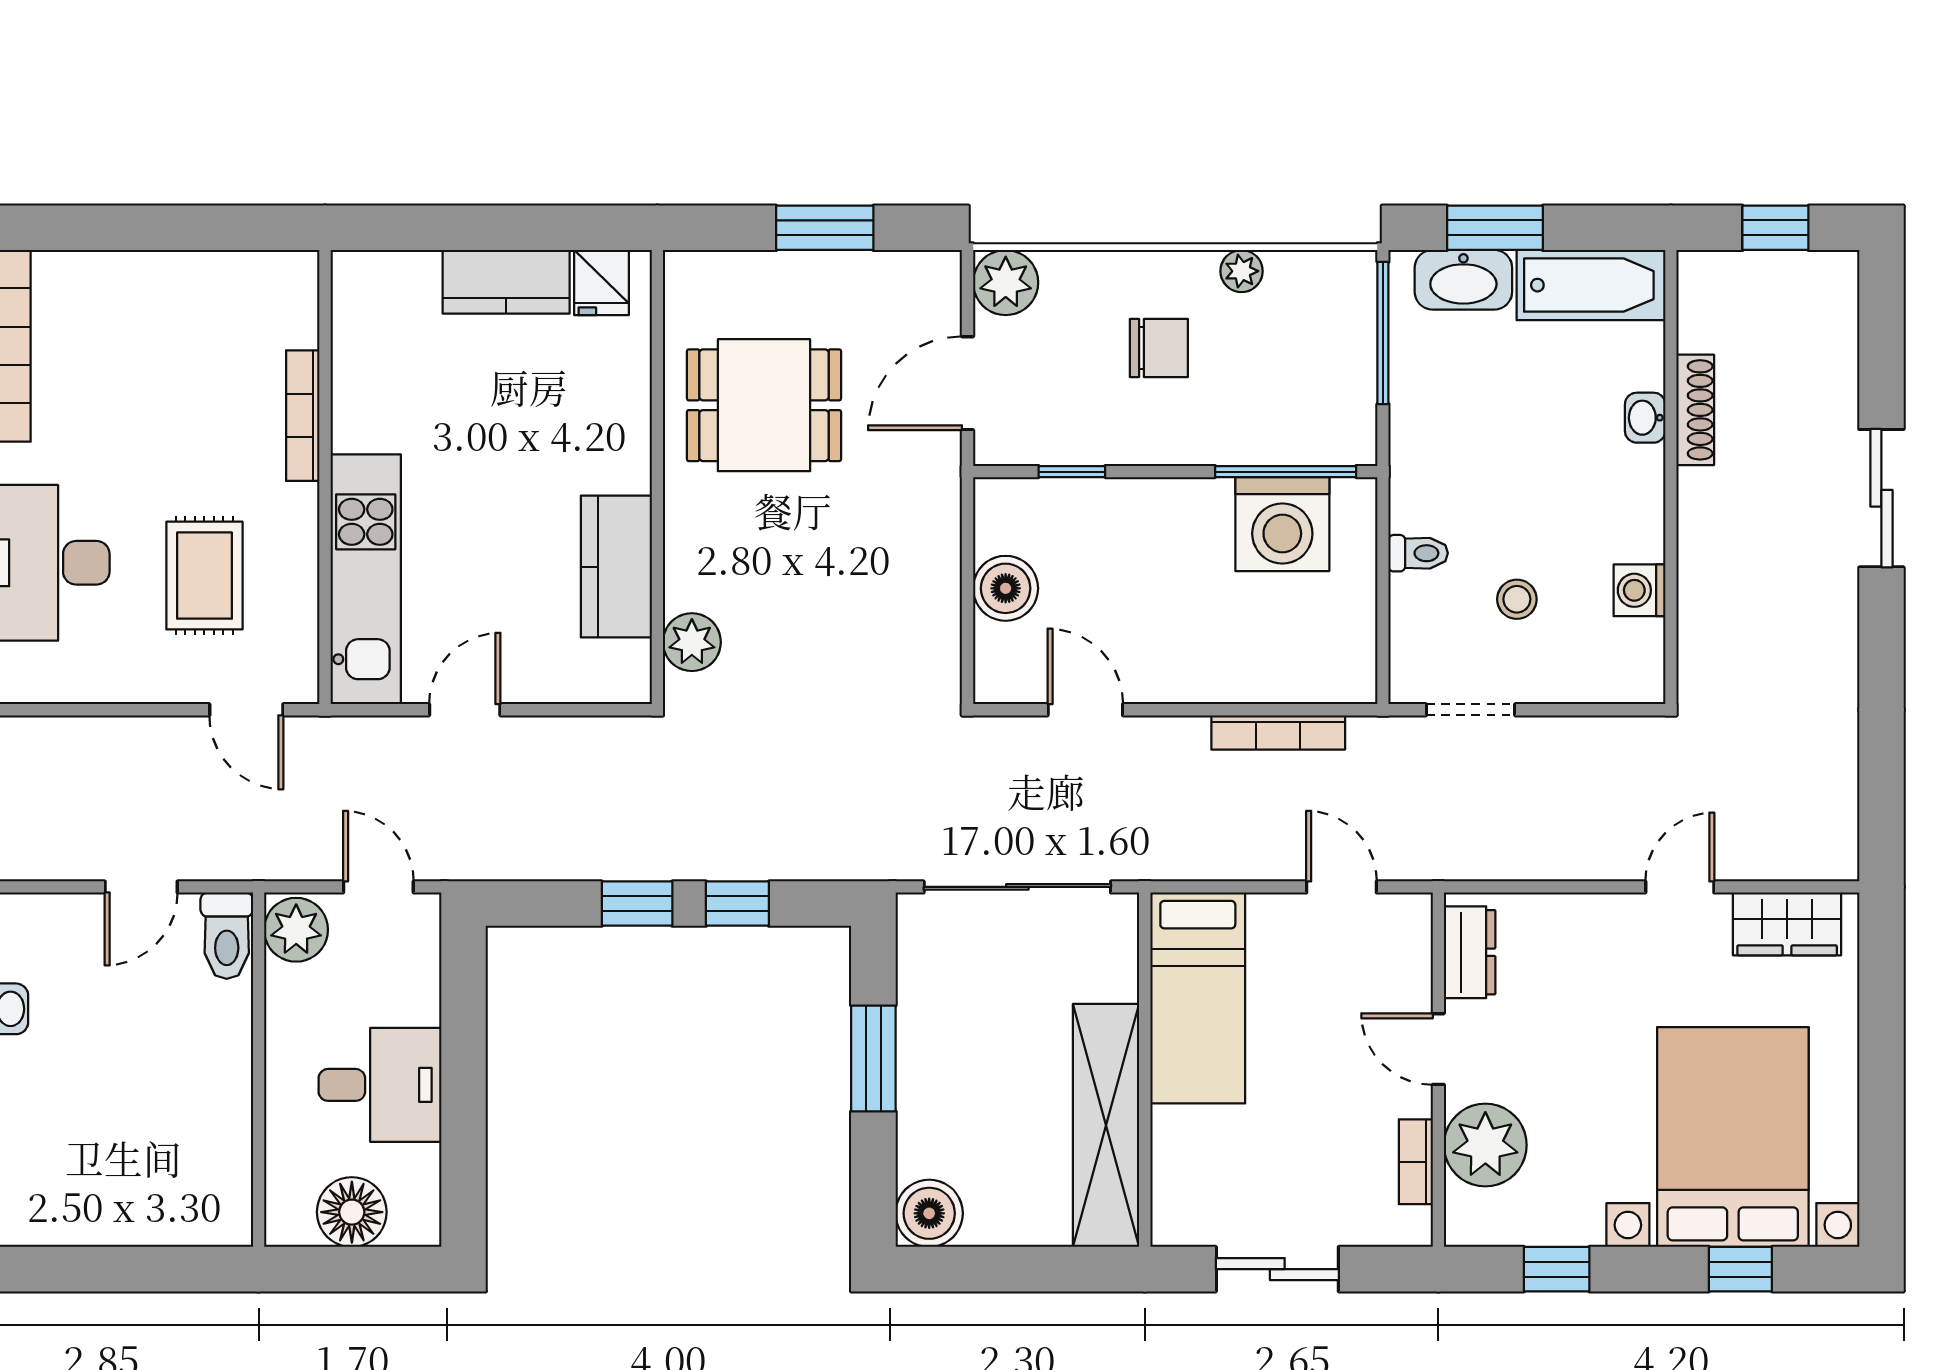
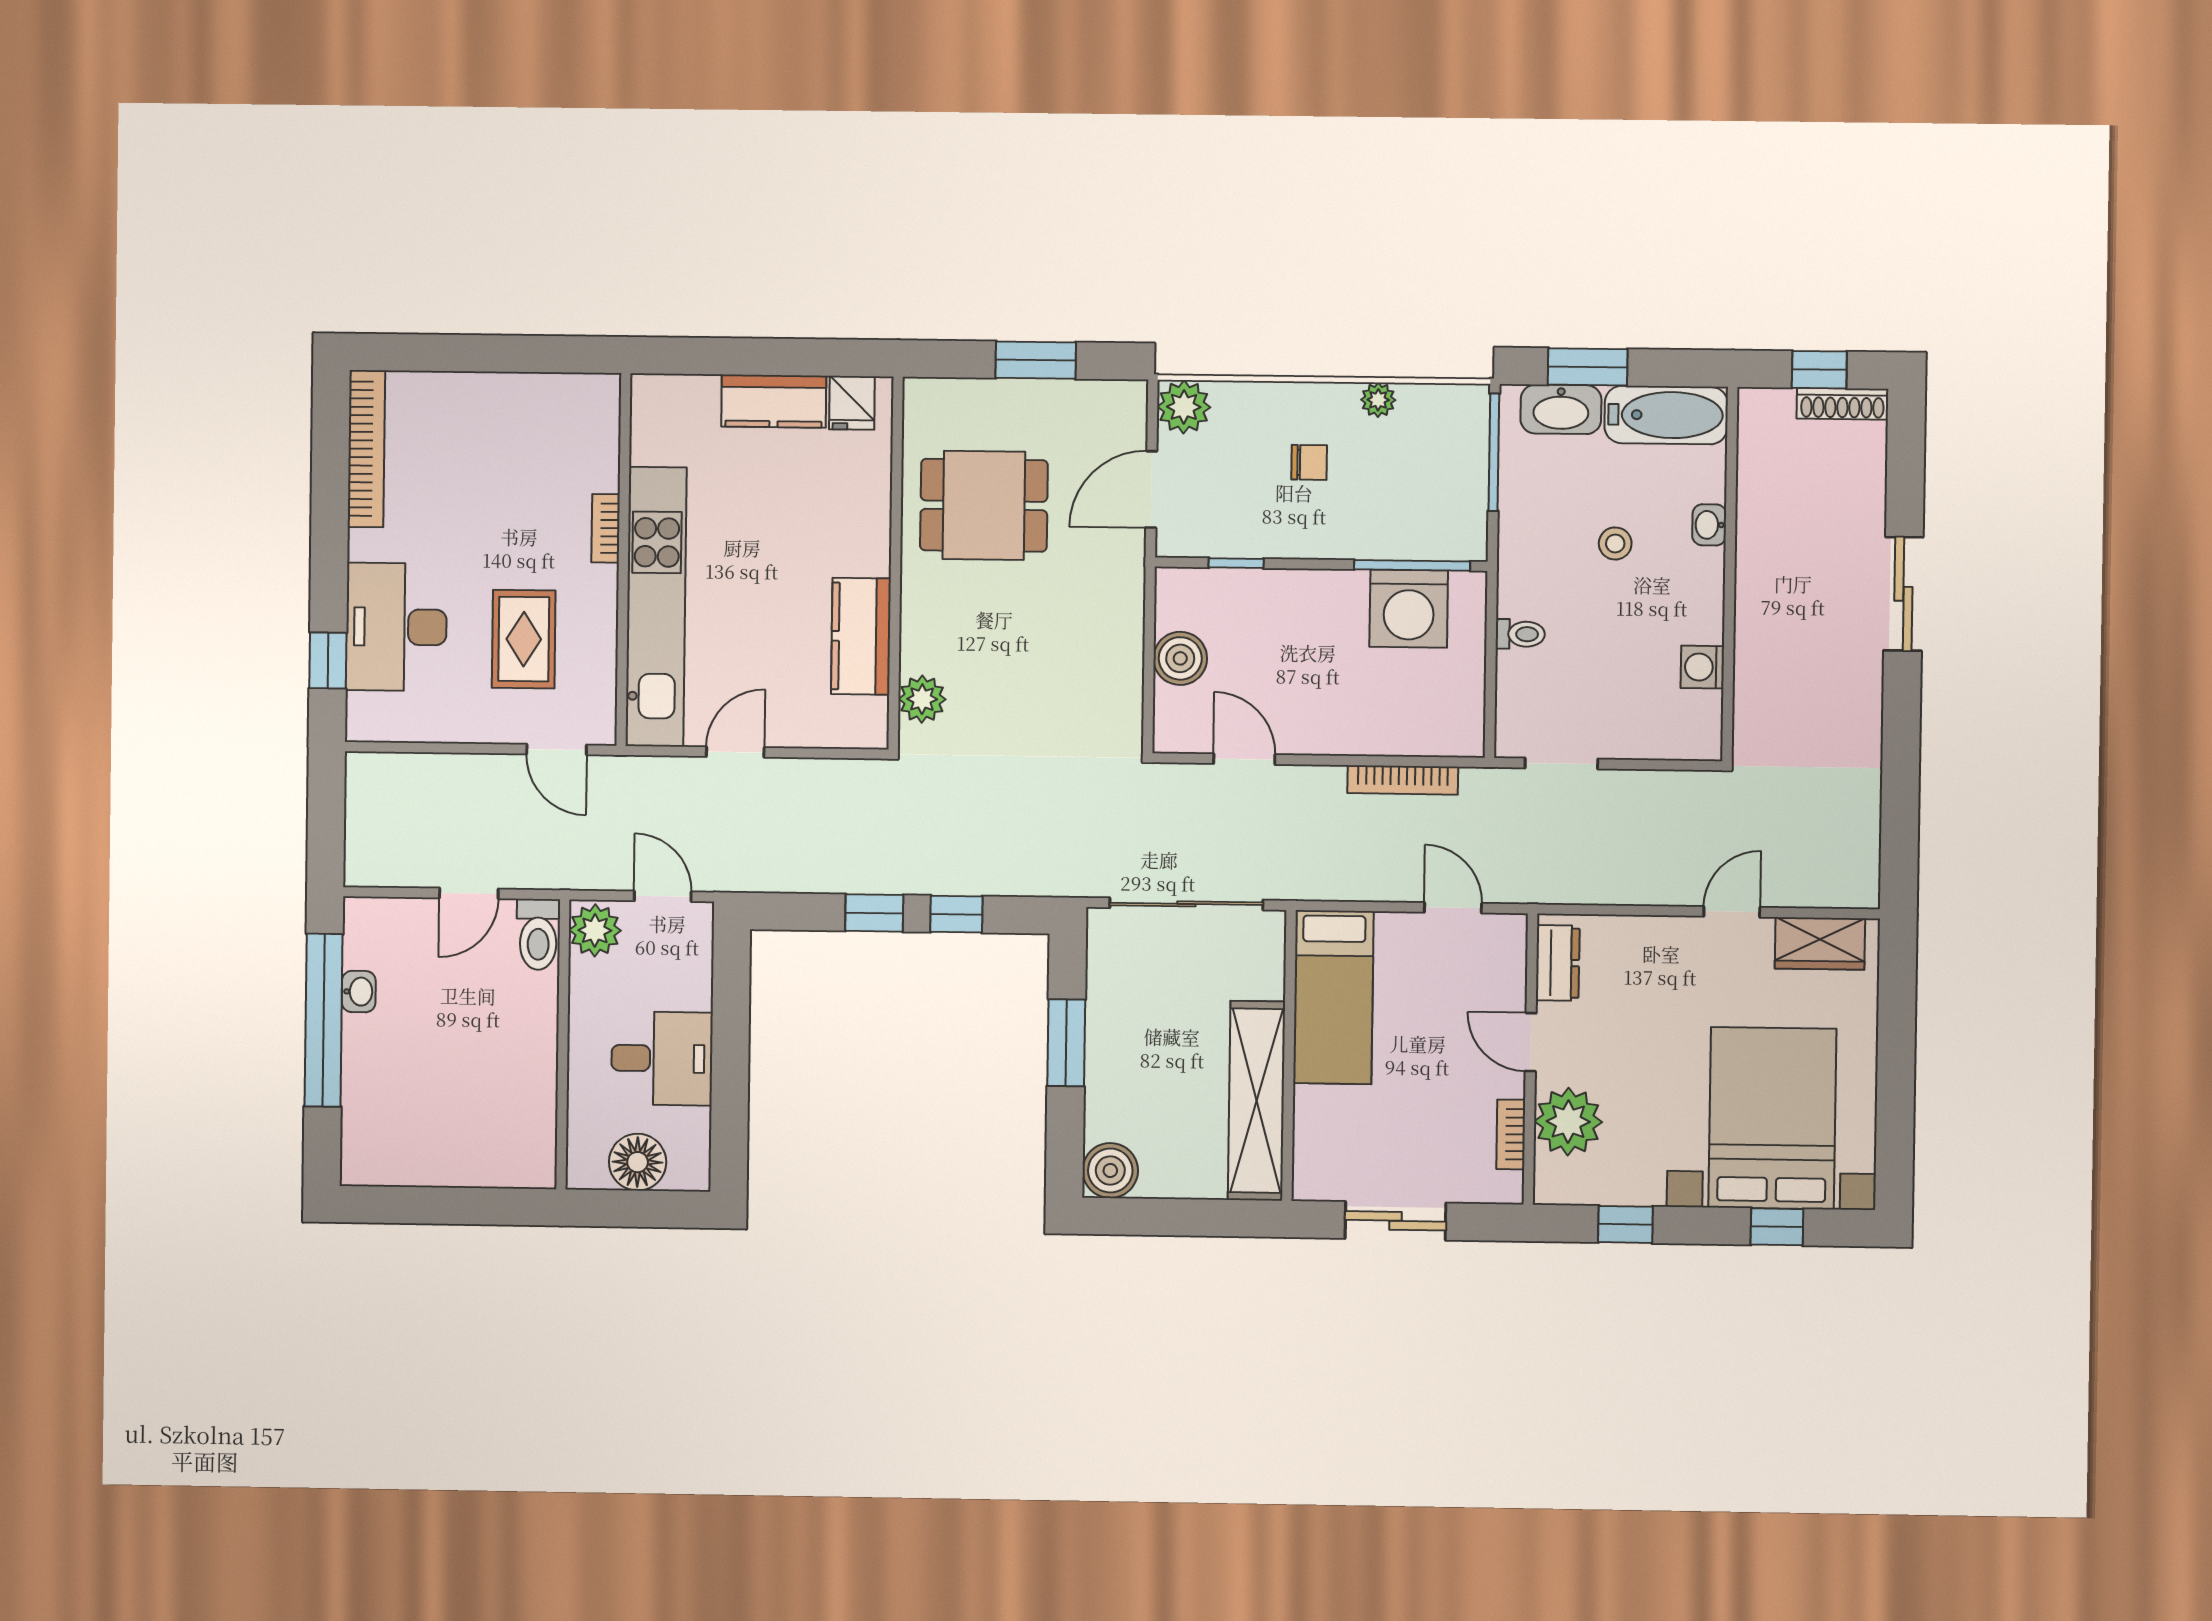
chair: (1159, 348) -> (1309, 462), width x0.73, depth x0.73
shoe rack: (1695, 410) -> (1842, 404), moved, turned 90
bookcase: (303, 416) -> (606, 528), width x0.64
kitchen unit: (366, 579) -> (656, 607), width x1.36
stool: (1517, 599) -> (1615, 543), moved

